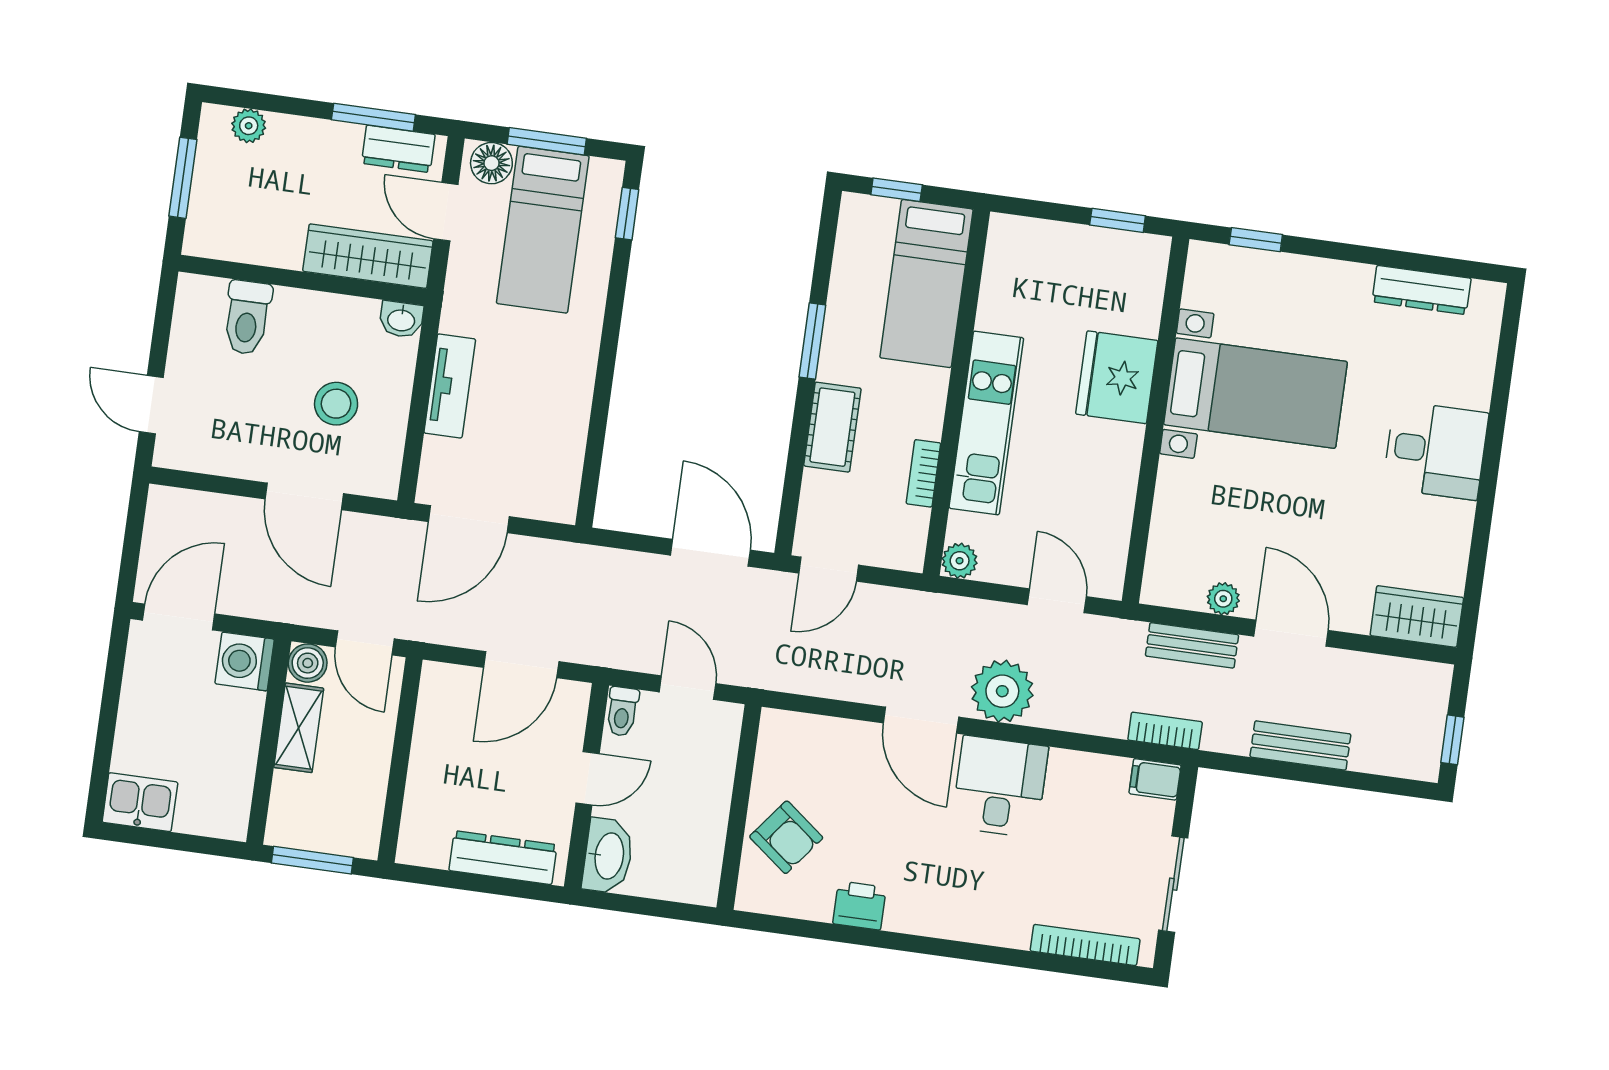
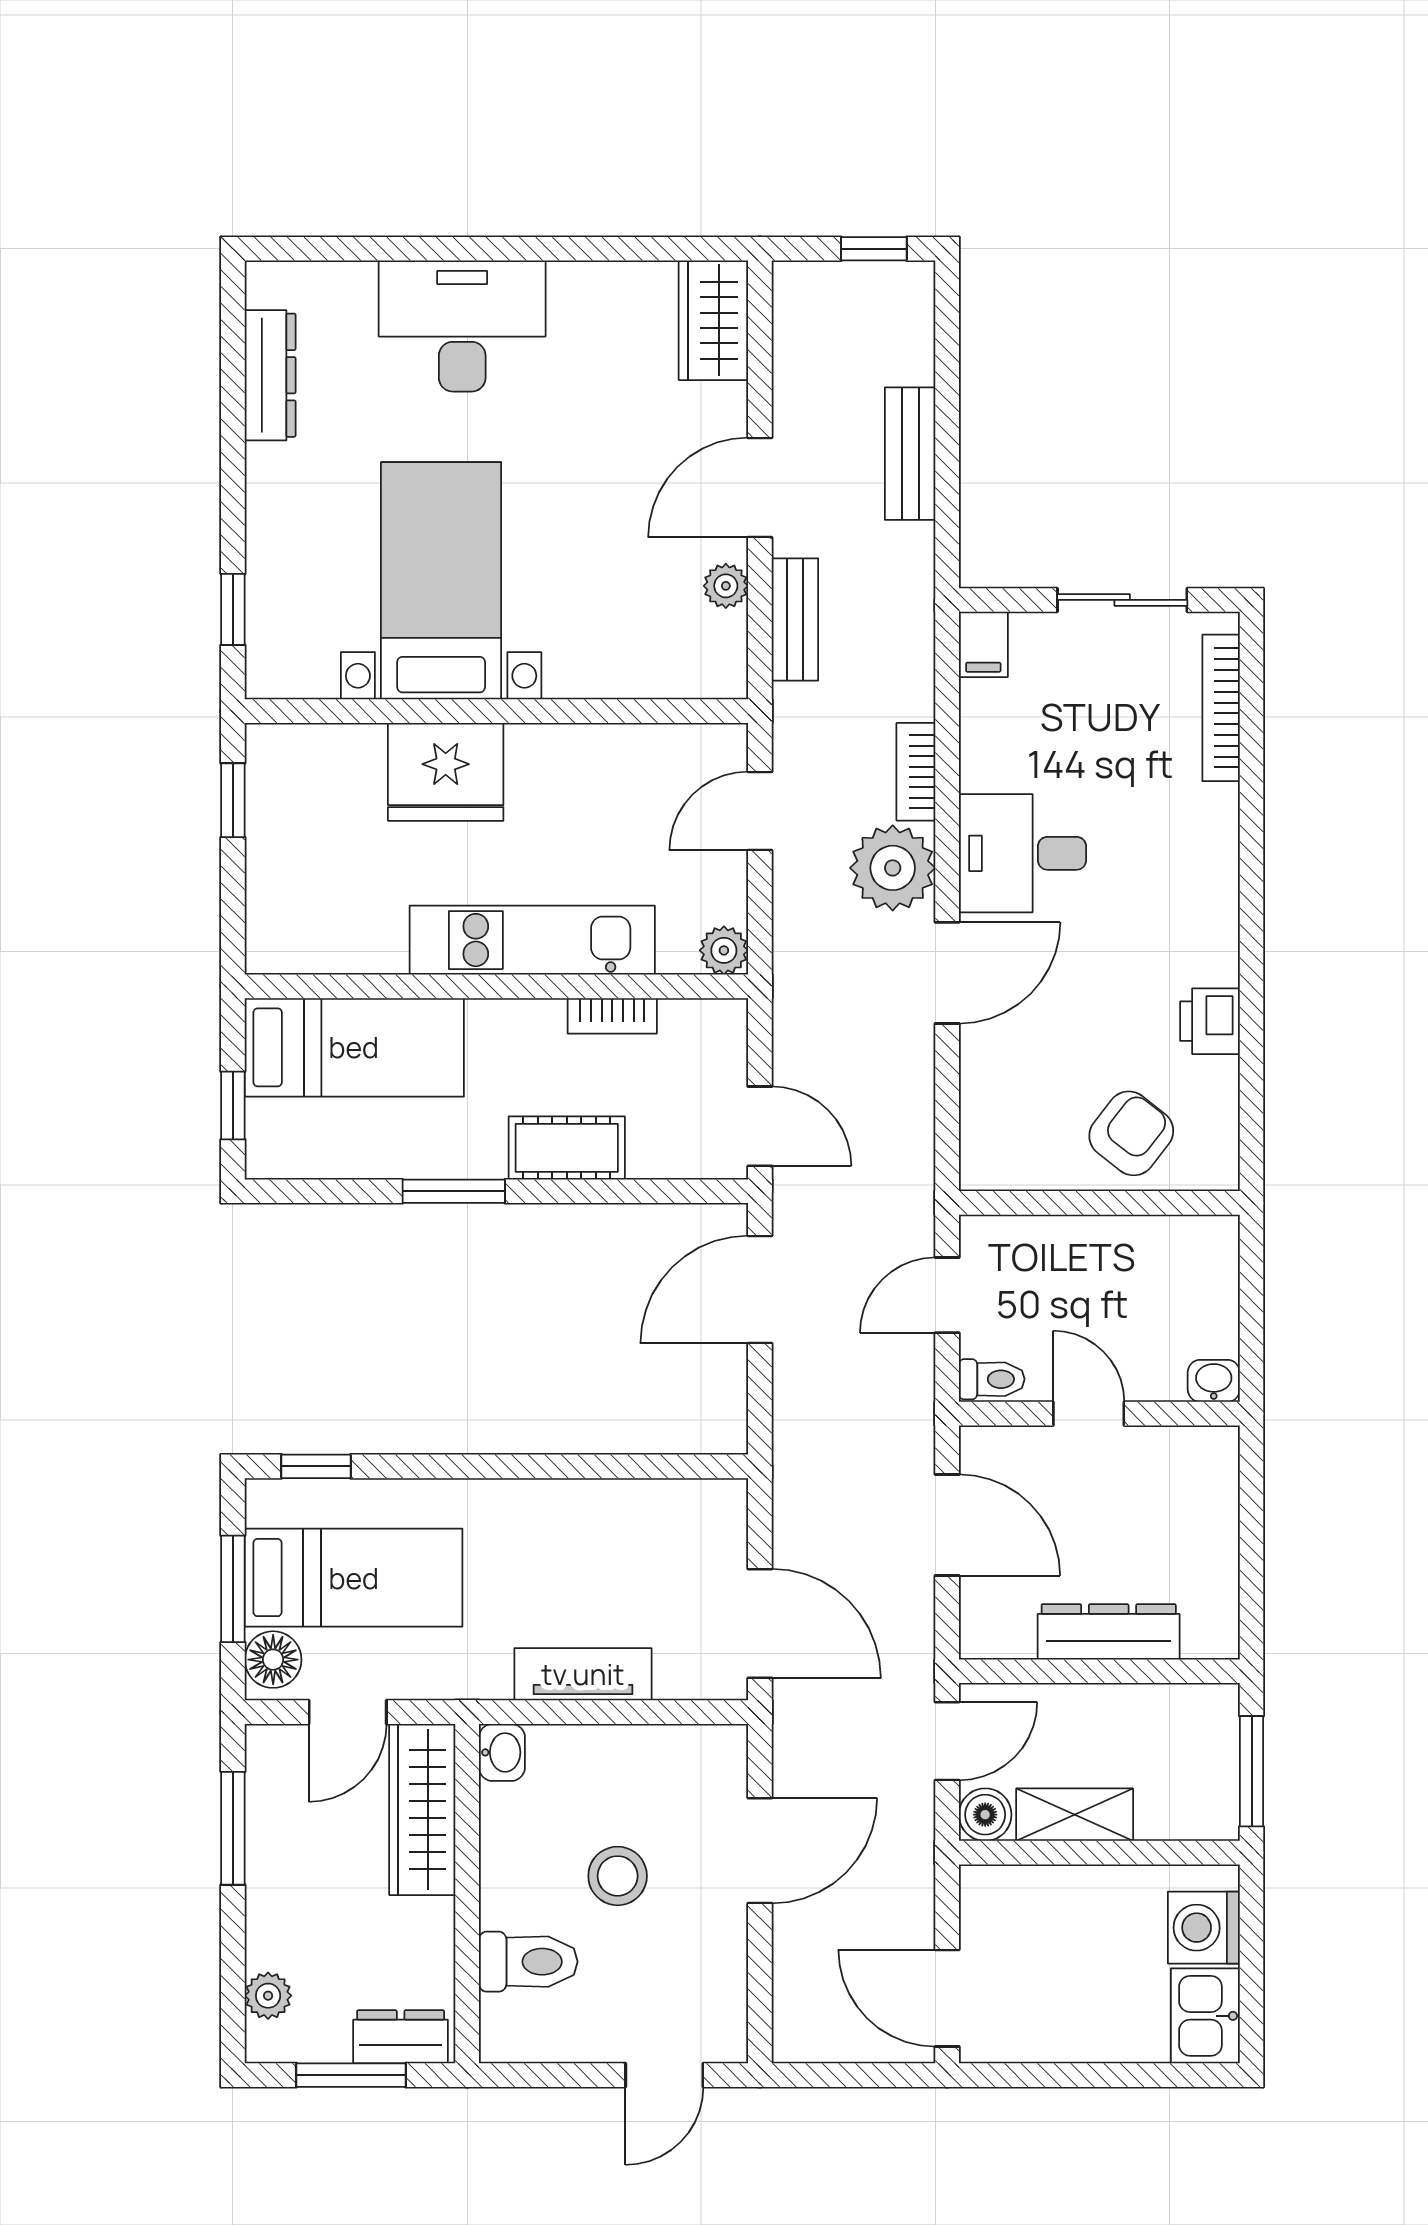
dresser: (398, 149) -> (401, 2037), moved, turned -90
stool: (336, 404) -> (618, 1876), moved
desk: (1436, 450) -> (462, 326), width x1.37
washing machine: (245, 661) -> (1204, 1928), moved, turned 90
bookcase: (1165, 731) -> (916, 772), moved
washbasin: (608, 856) -> (1214, 1381), width x0.52, depth x0.69
dresser: (503, 858) -> (1109, 1632), moved, turned 90

